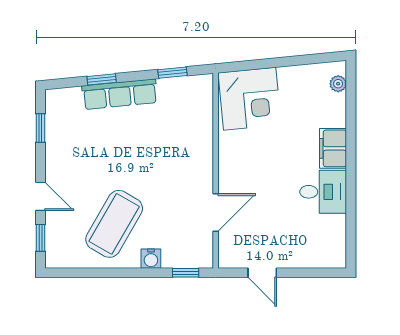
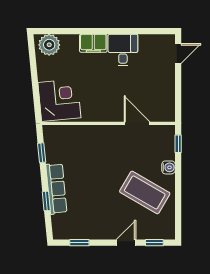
plant: (338, 84) -> (49, 45), width x1.87, depth x1.87
door: (262, 273) -> (178, 54), moved

